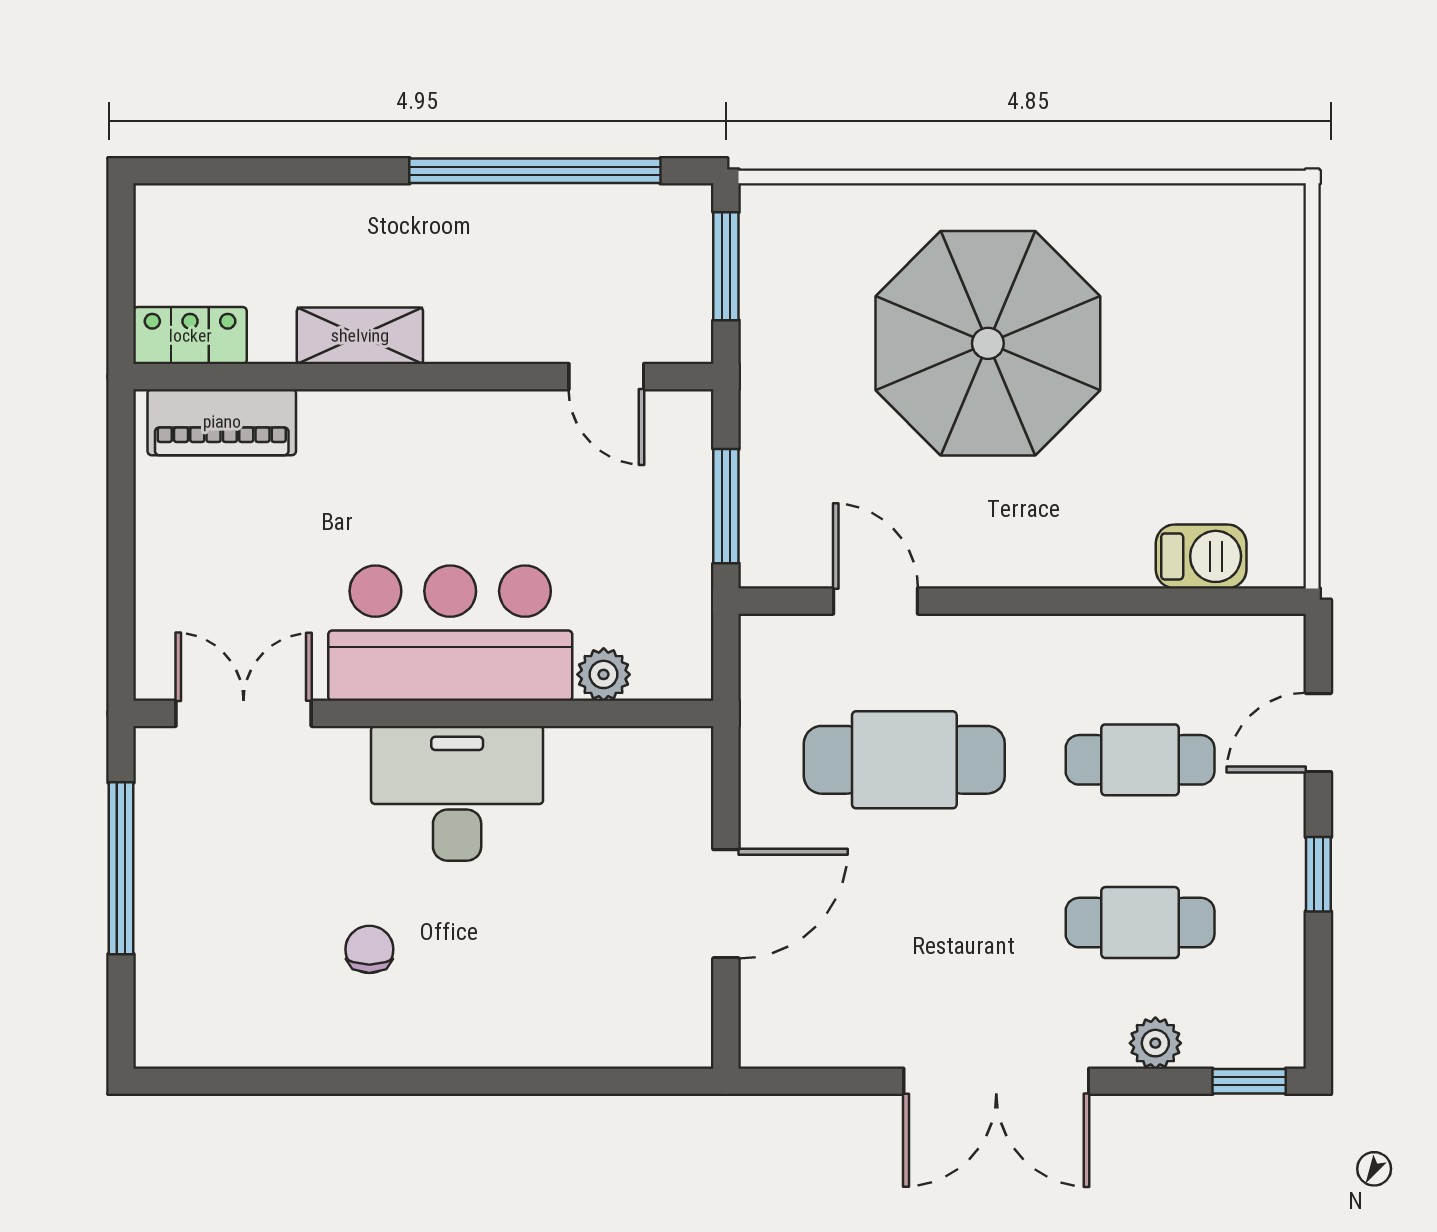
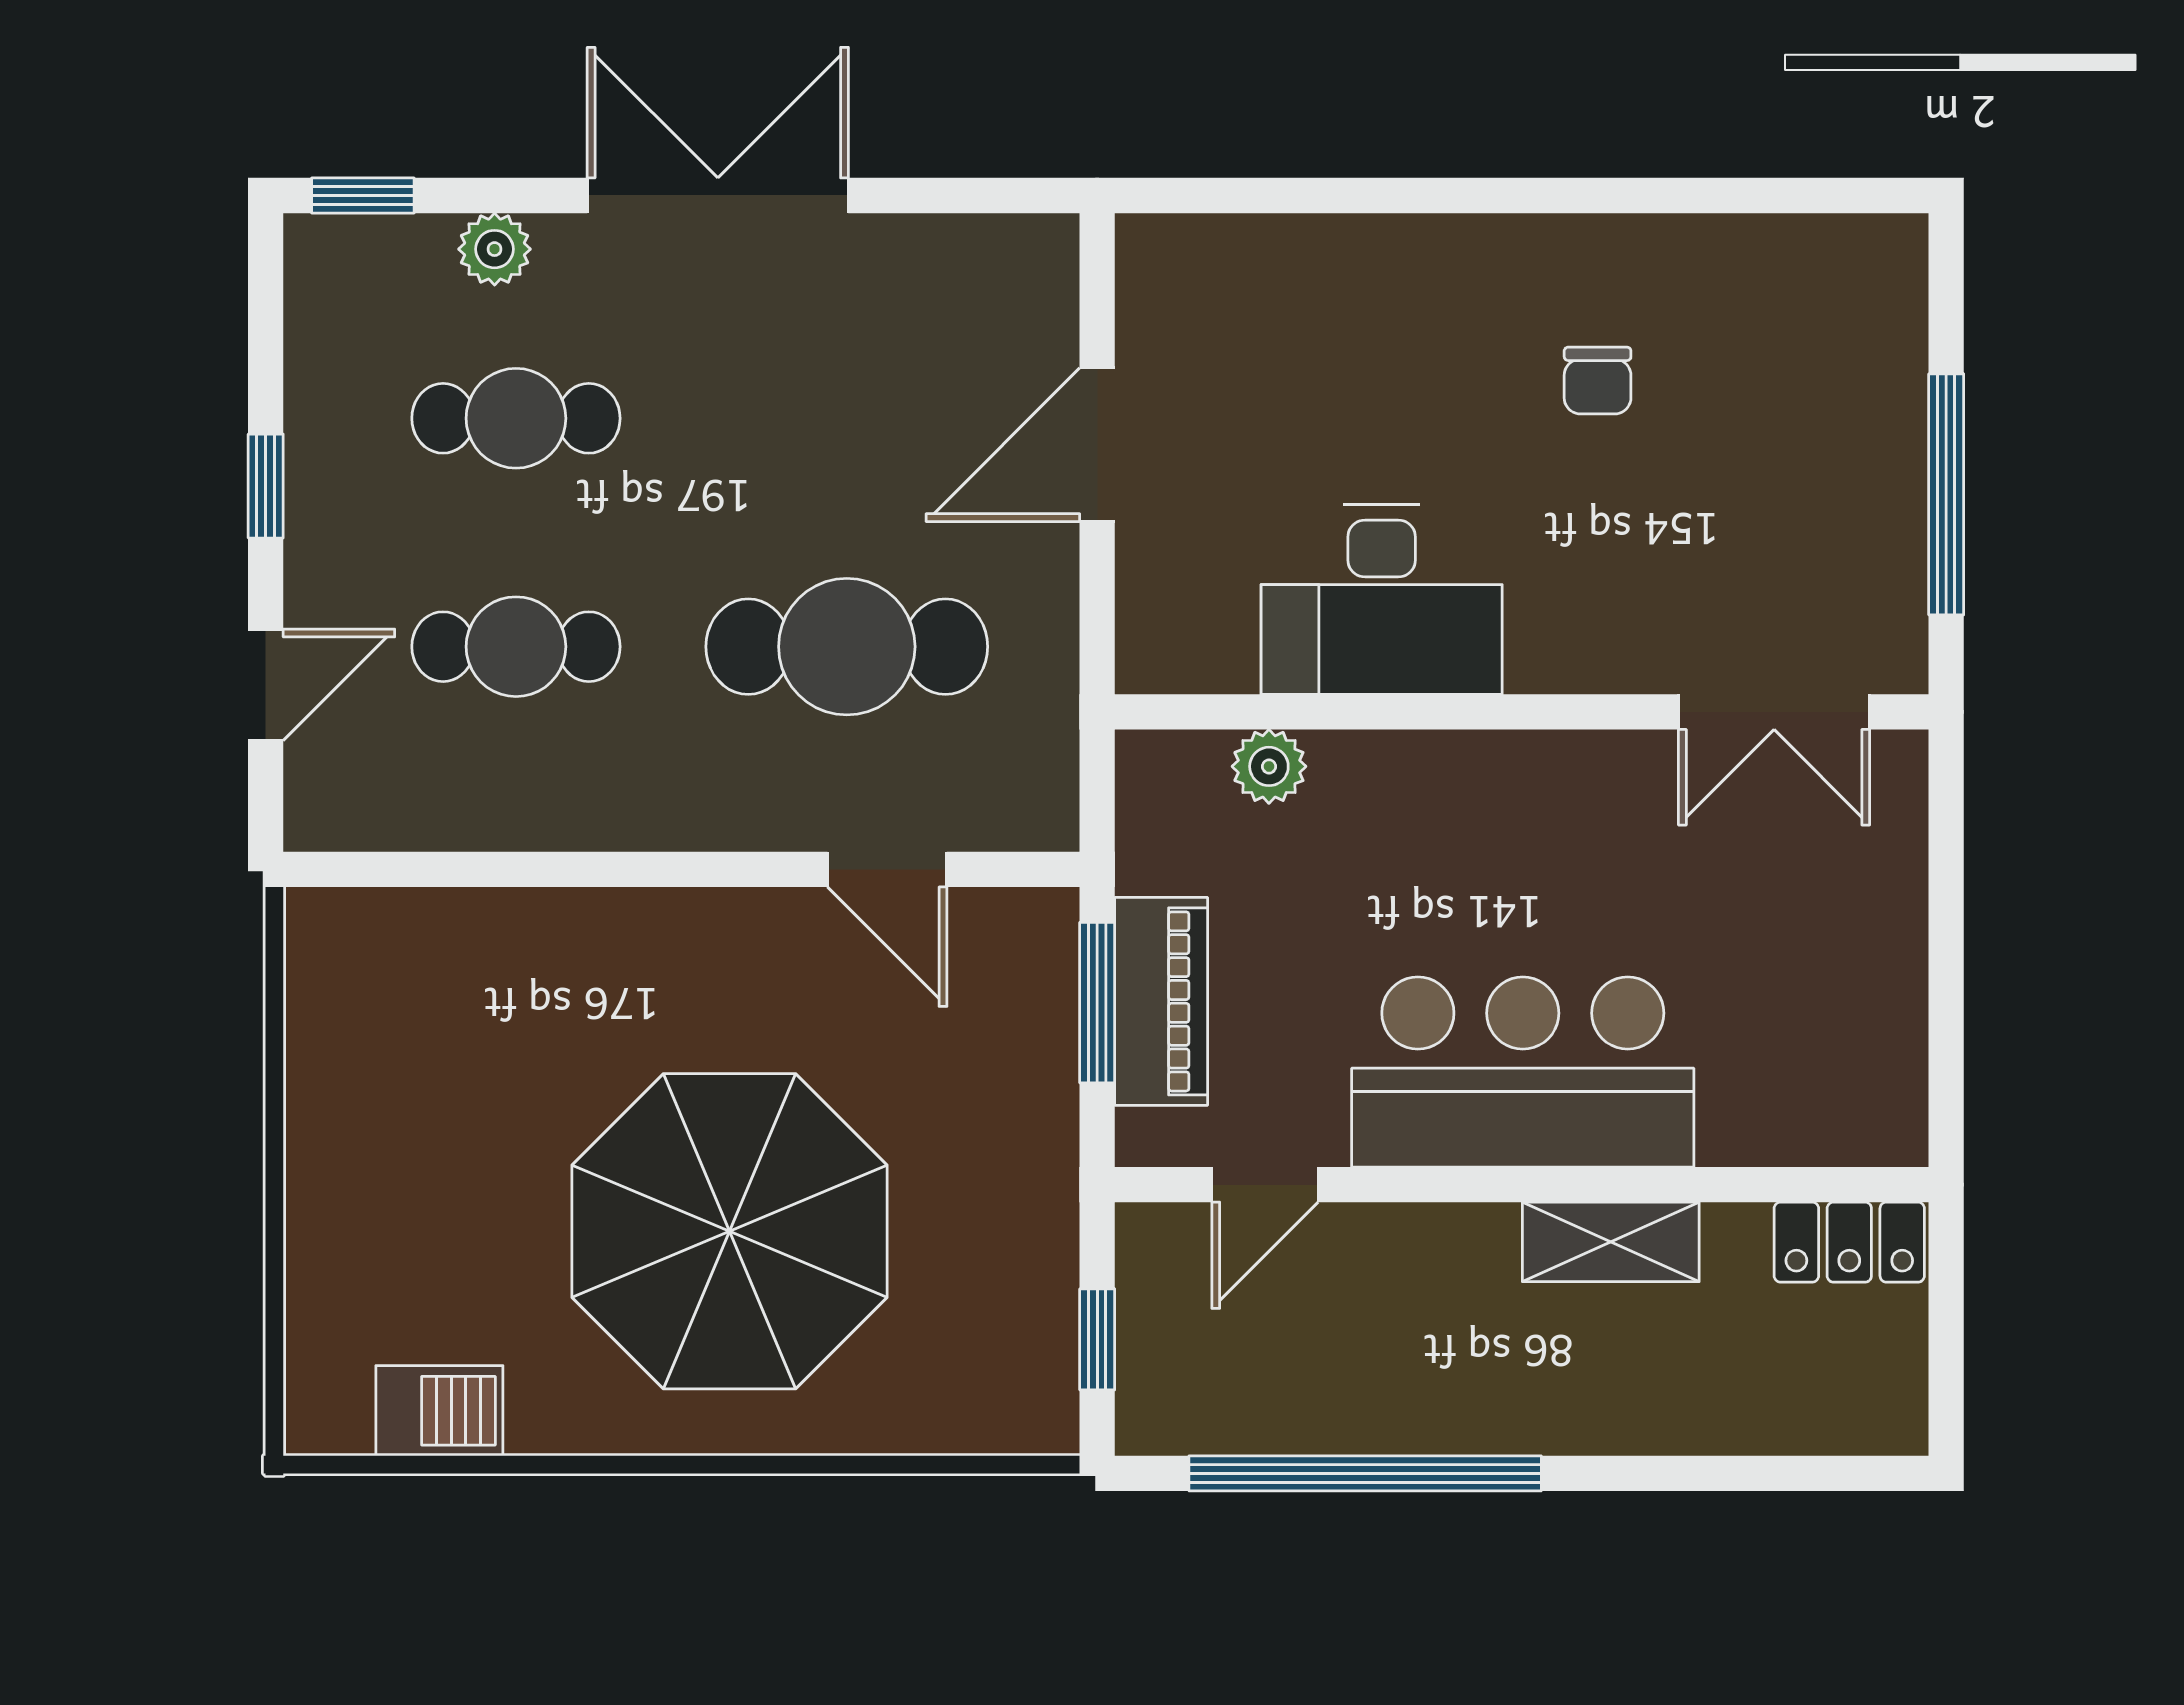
window: (726, 266) -> (1097, 1339), width x0.67
door: (606, 377) -> (1265, 1185), swing flipped
piano: (222, 422) -> (1161, 1001), moved, turned 90
barbecue: (1201, 556) -> (439, 1411), moved, turned 180
bar counter: (450, 633) -> (1523, 1072), moved, turned 180
desk: (457, 793) -> (1382, 600), moved

